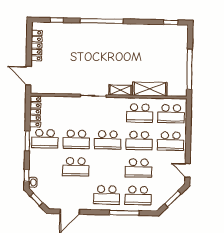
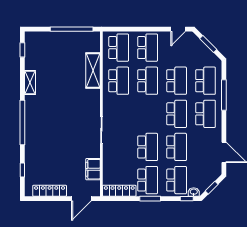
filing cabinet: (56, 87) -> (93, 169), added
shelving: (120, 90) -> (30, 83), moved
school desk: (108, 140) -> (177, 114), moved
school desk: (44, 166) -> (177, 180), added

